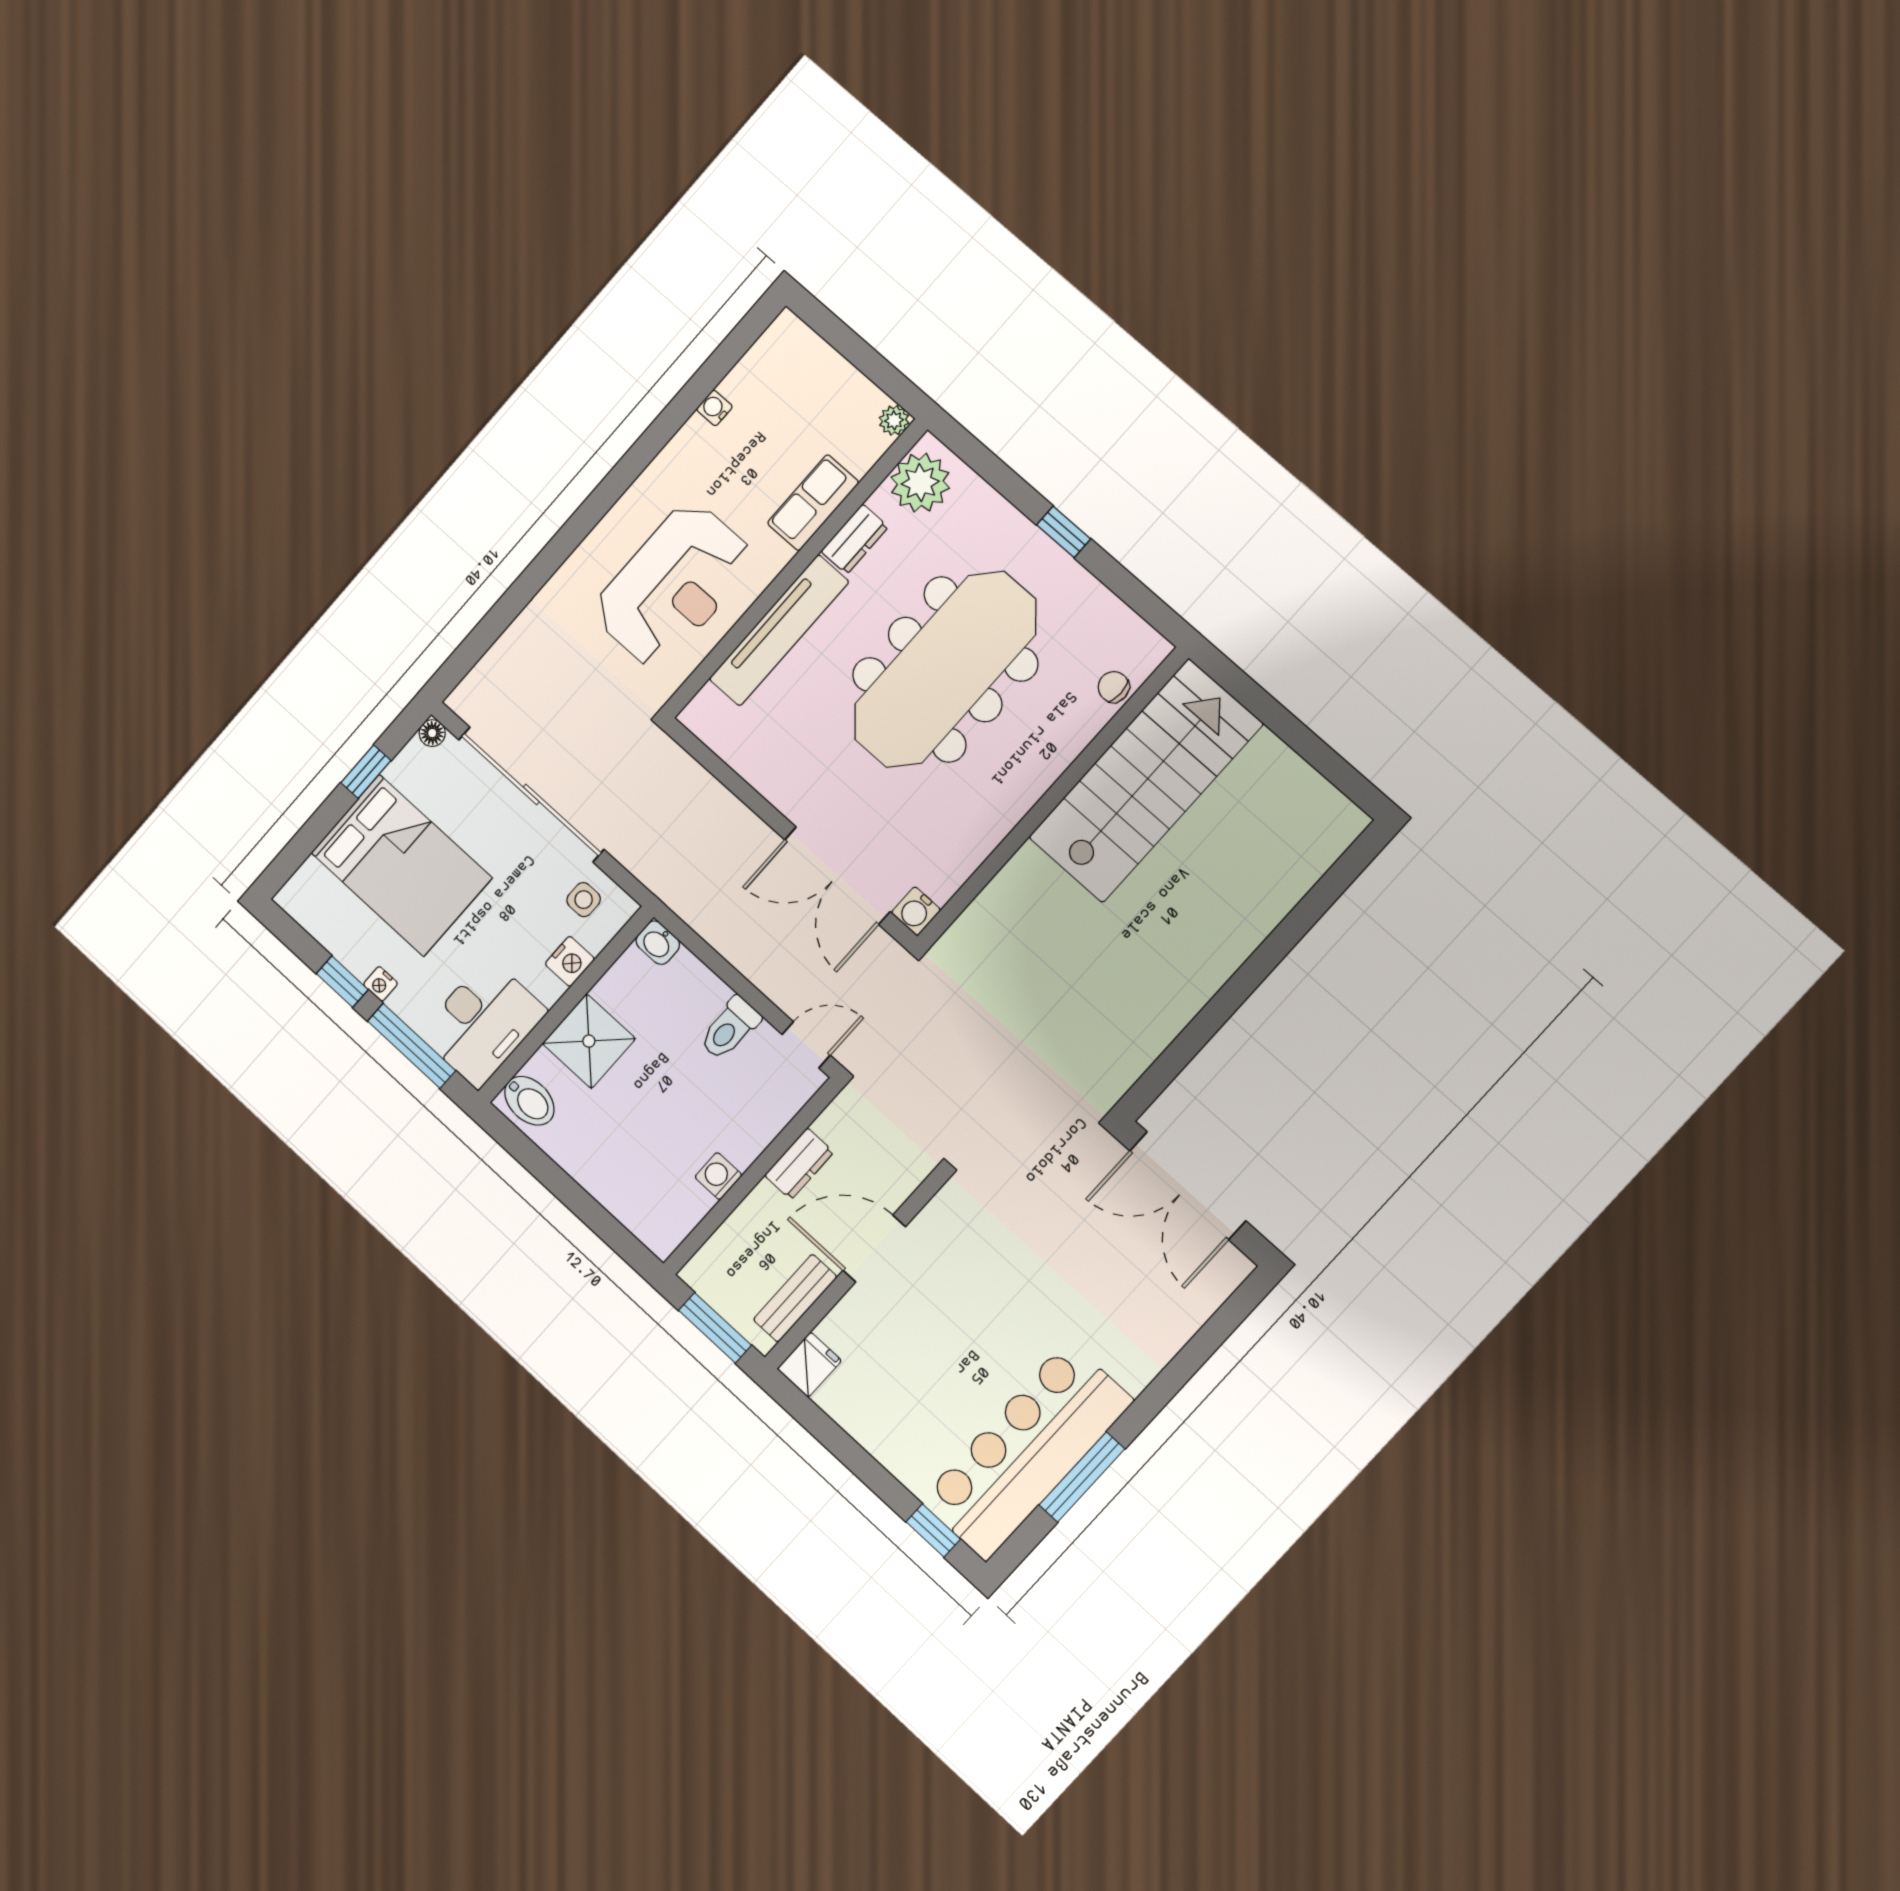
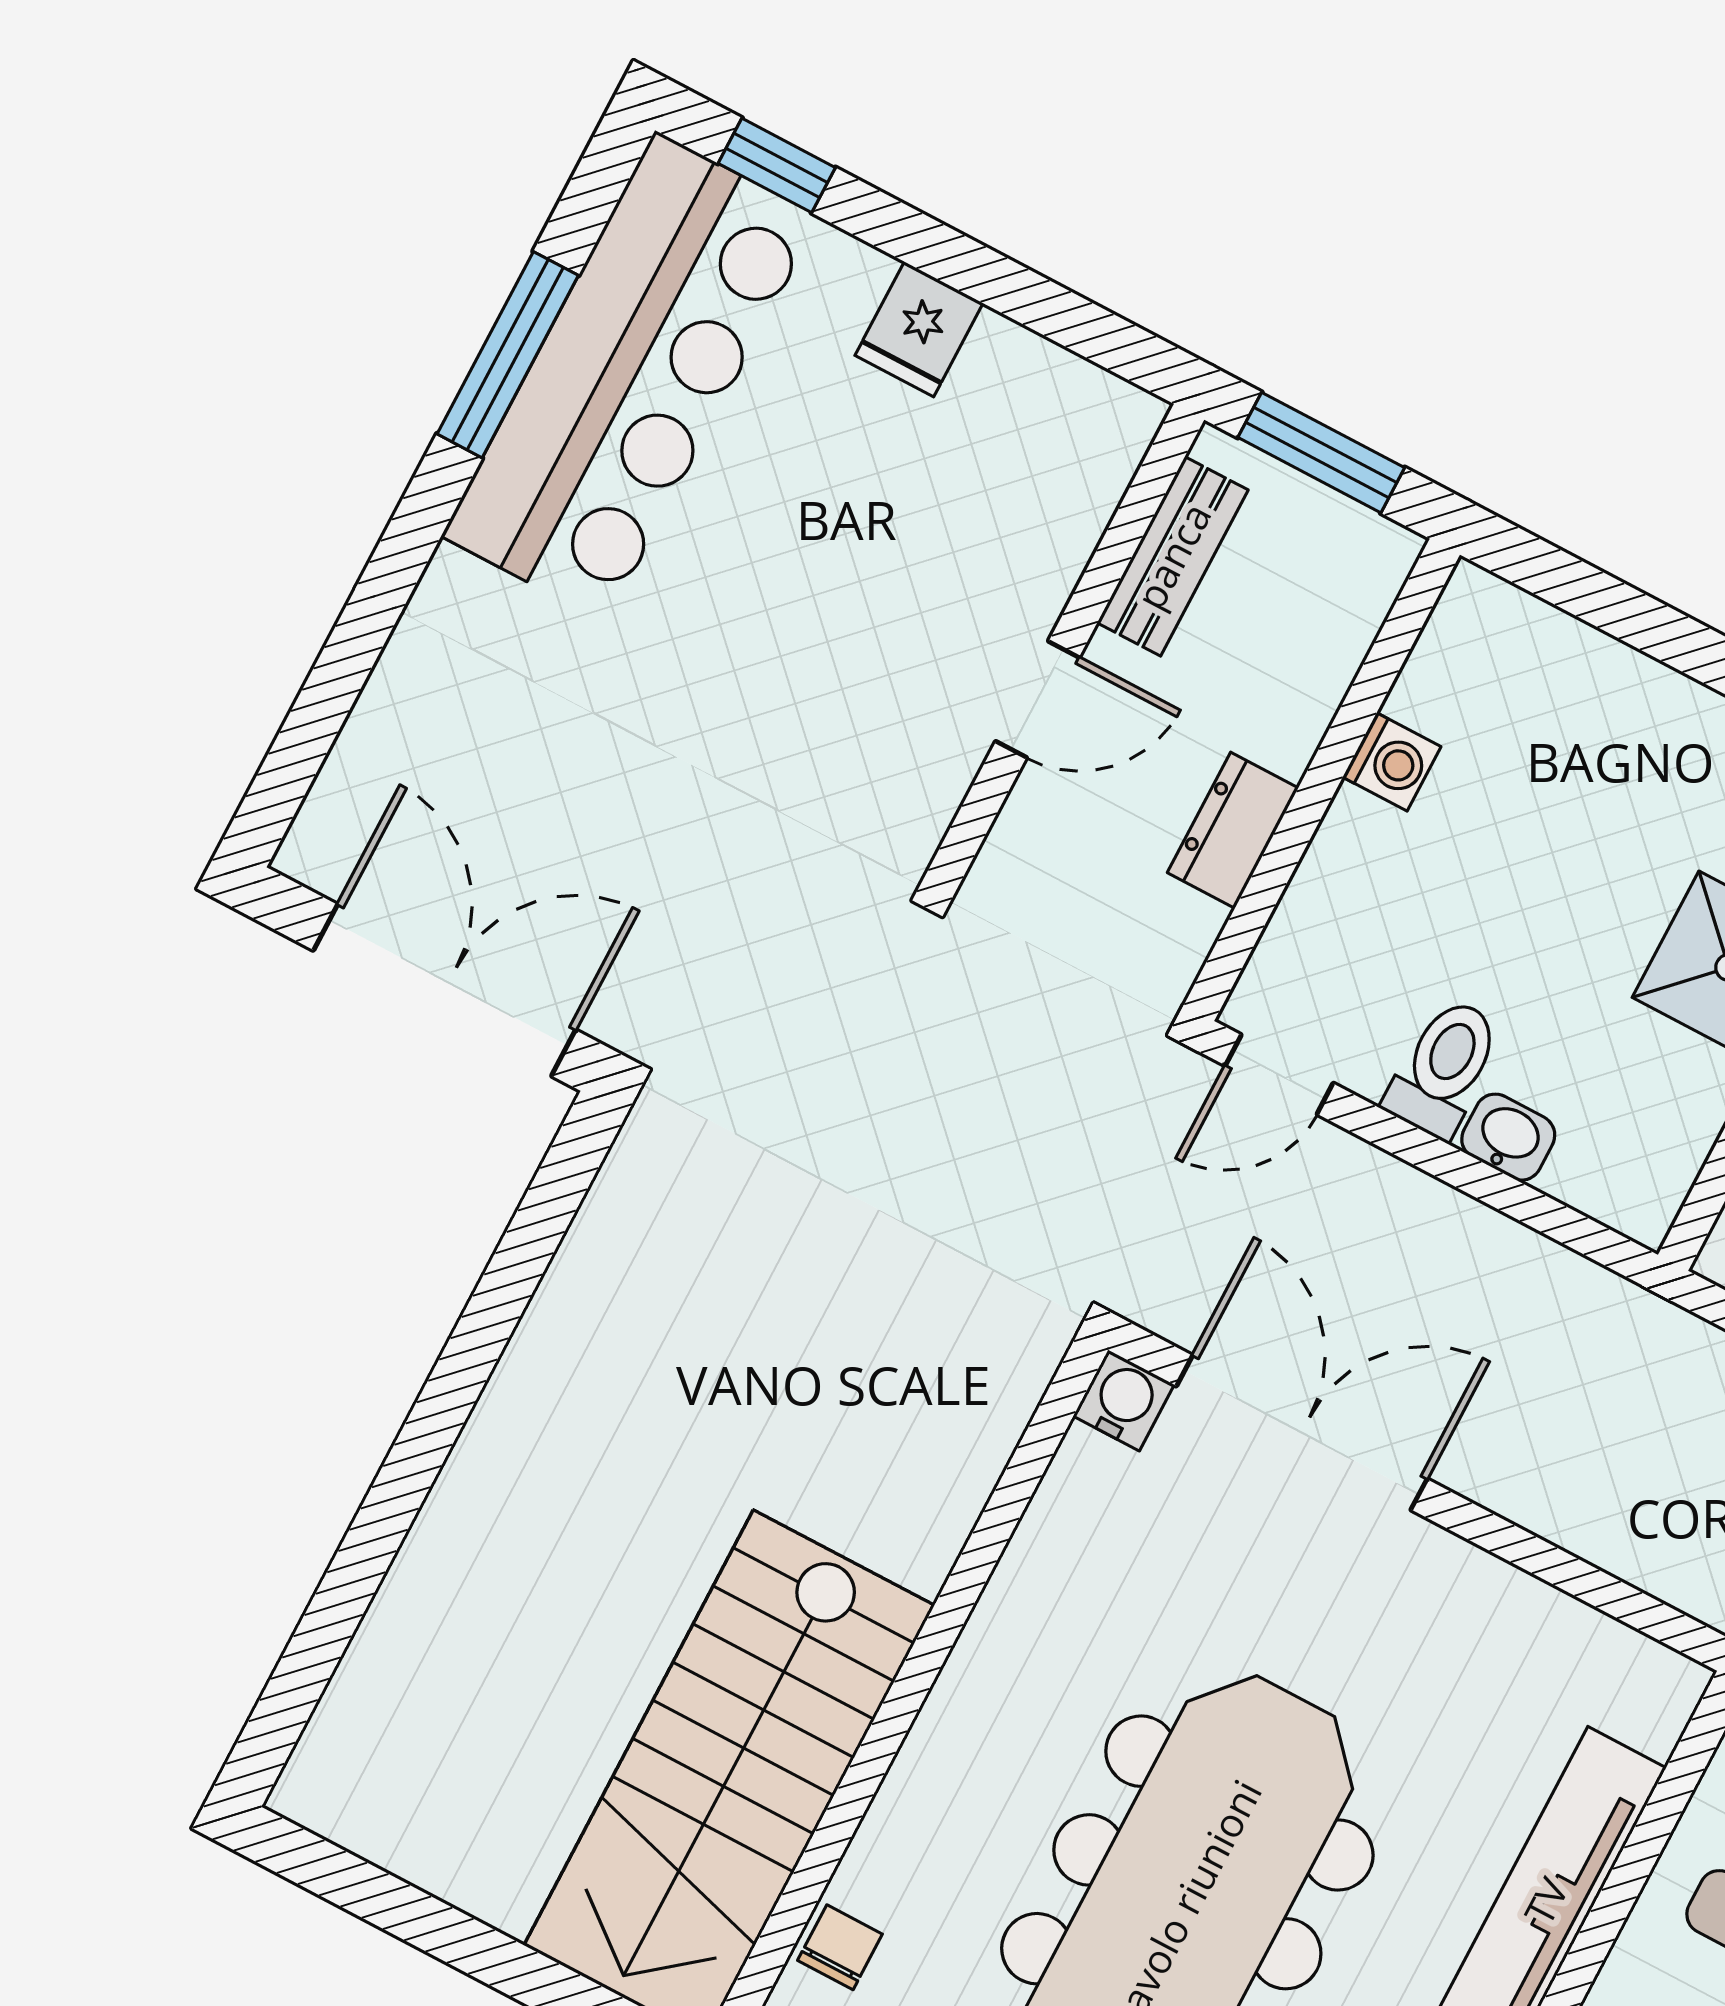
chair: (1114, 687) -> (840, 1947), turned -90
washbasin: (658, 943) -> (1508, 1137), moved
door: (874, 1249) -> (1037, 699), width x0.73
fridge: (809, 1365) -> (919, 329), moved

